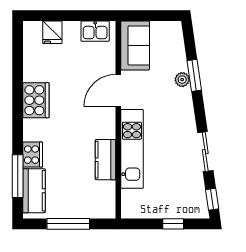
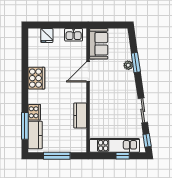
kitchen unit: (132, 149) -> (115, 145), moved, turned -90

